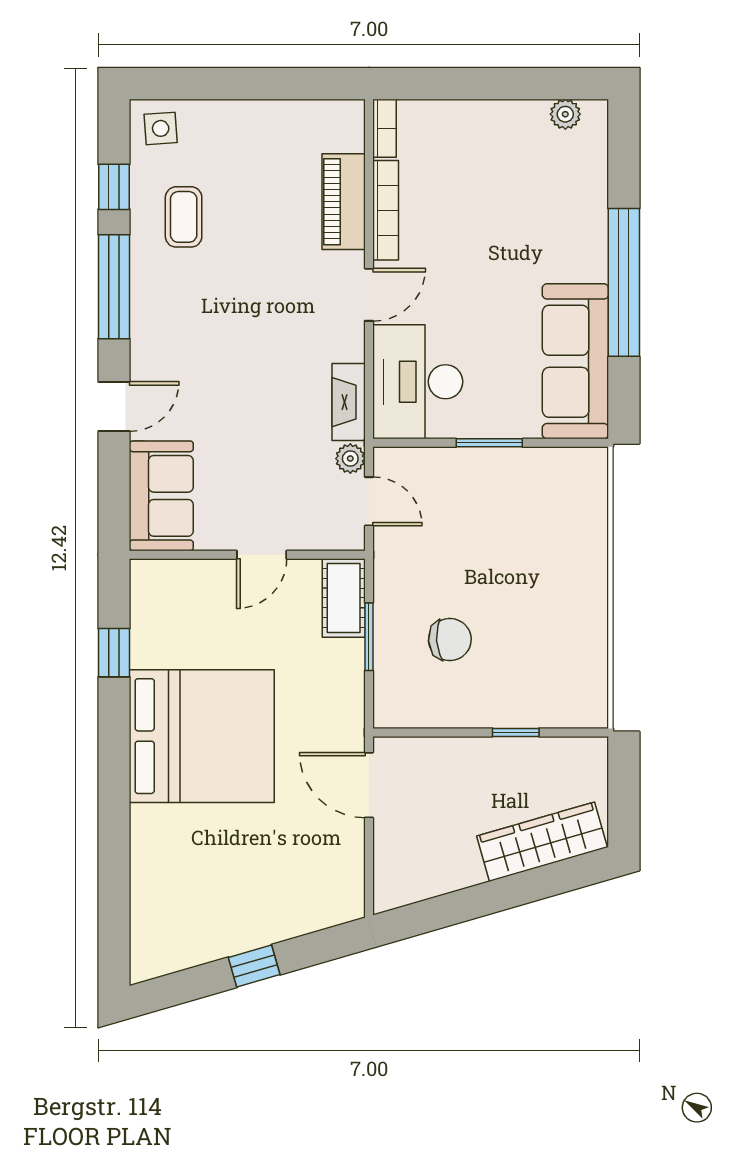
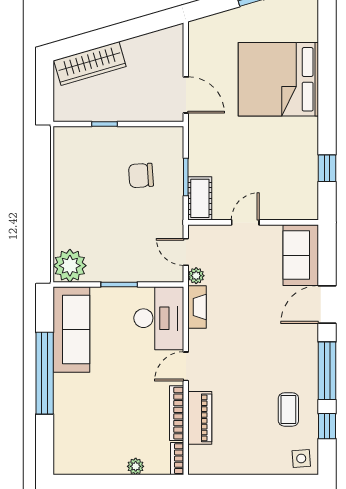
plant: (565, 114) -> (136, 466), moved
door: (114, 406) -> (327, 304), width x1.38
plant: (578, 477) -> (70, 266), added
bed: (202, 736) -> (278, 79), moved

